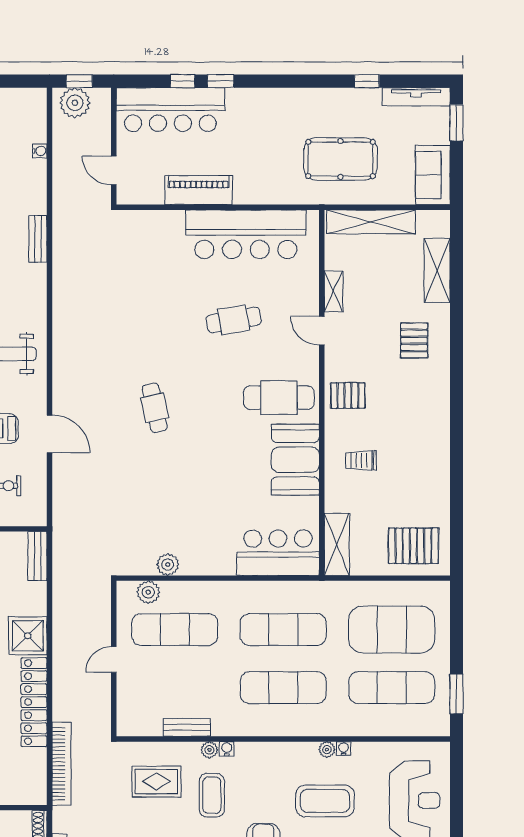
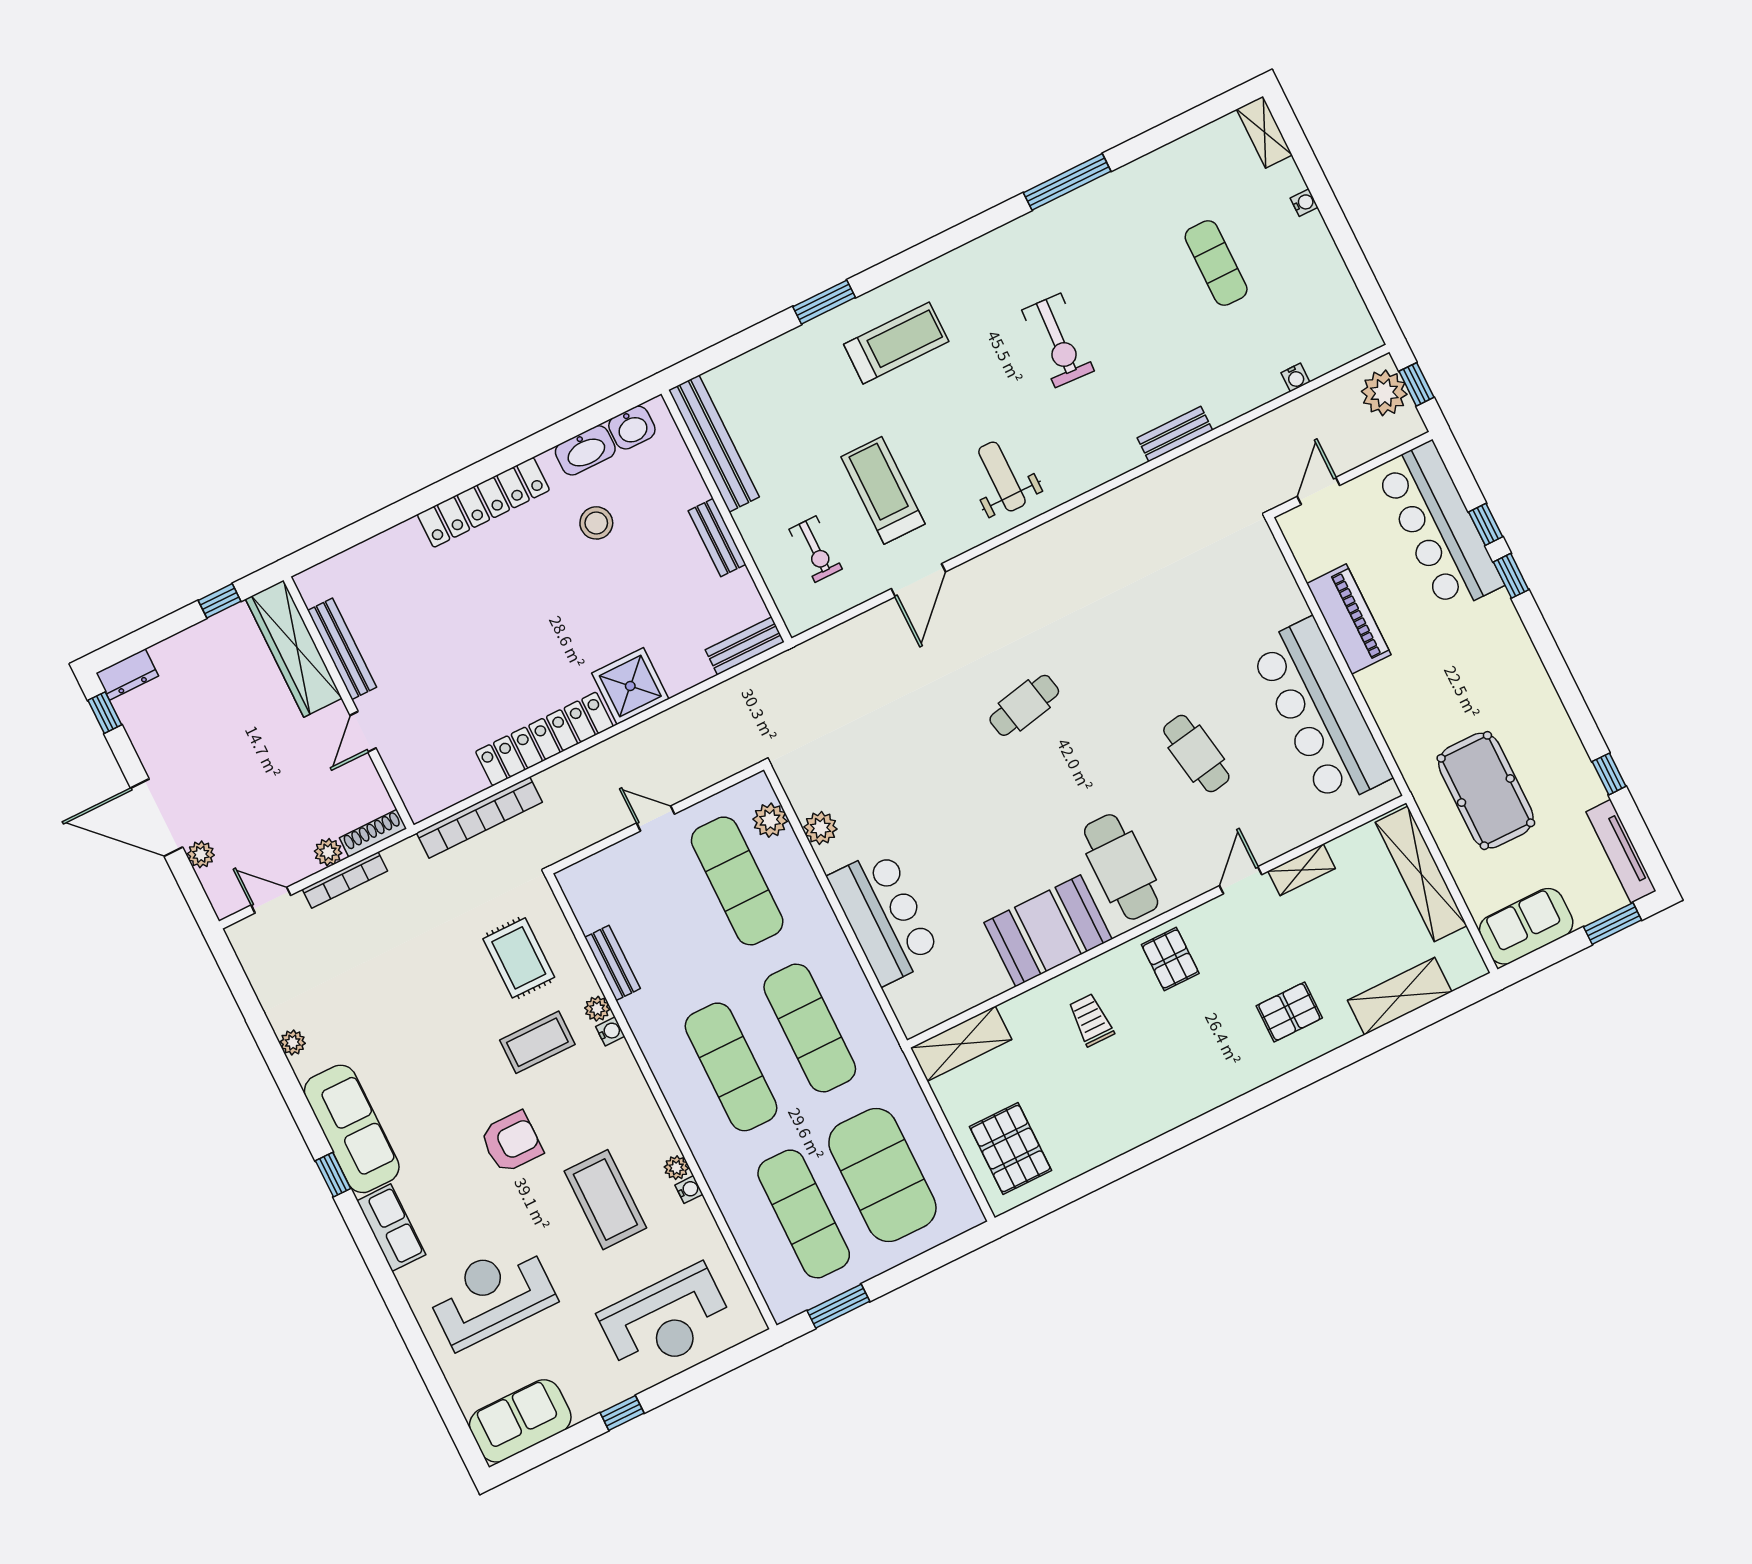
bar counter: (278, 553) -> (884, 917), moved

